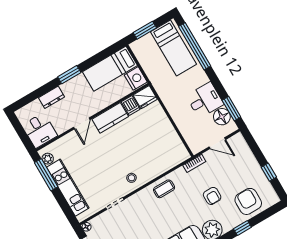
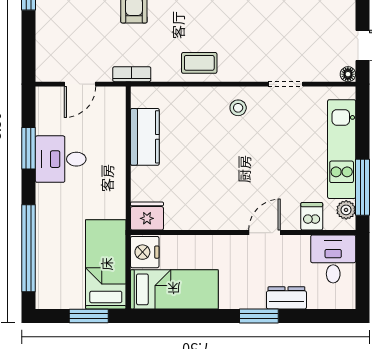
bed: (174, 48) -> (106, 264), moved
window: (69, 75) -> (259, 316), moved
dishwasher: (131, 106) -> (312, 216), moved
window: (231, 109) -> (29, 148), moved
floor lamp: (222, 117) -> (50, 120), removed
kitchen counter: (110, 118) -> (145, 137), moved, turned 90
door: (217, 143) -> (80, 84), swing flipped

